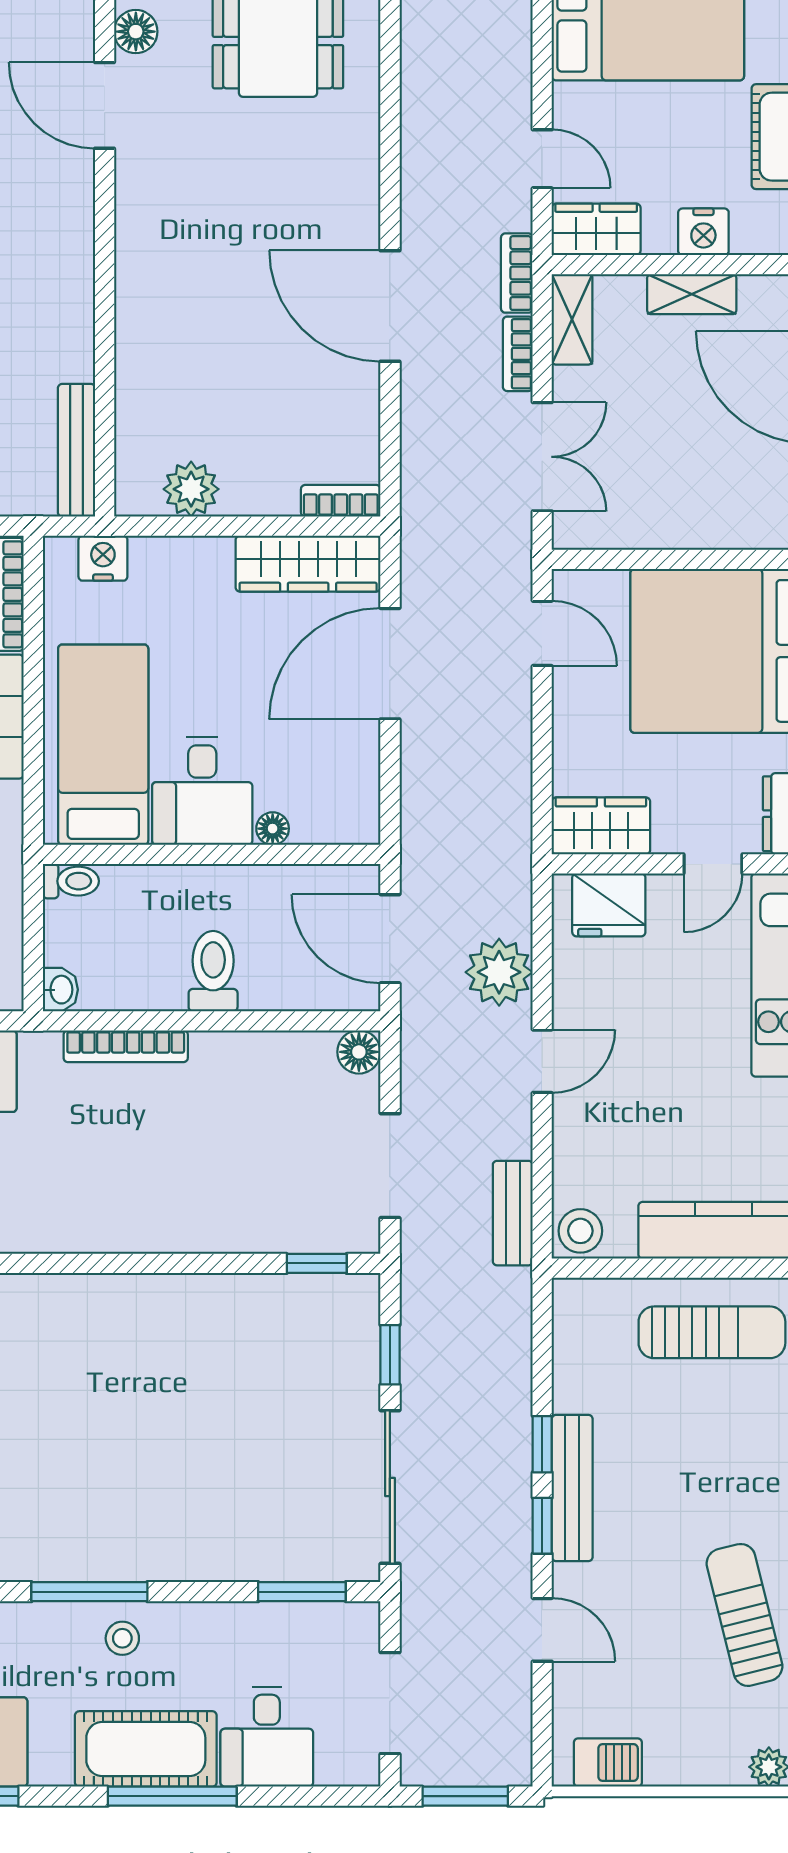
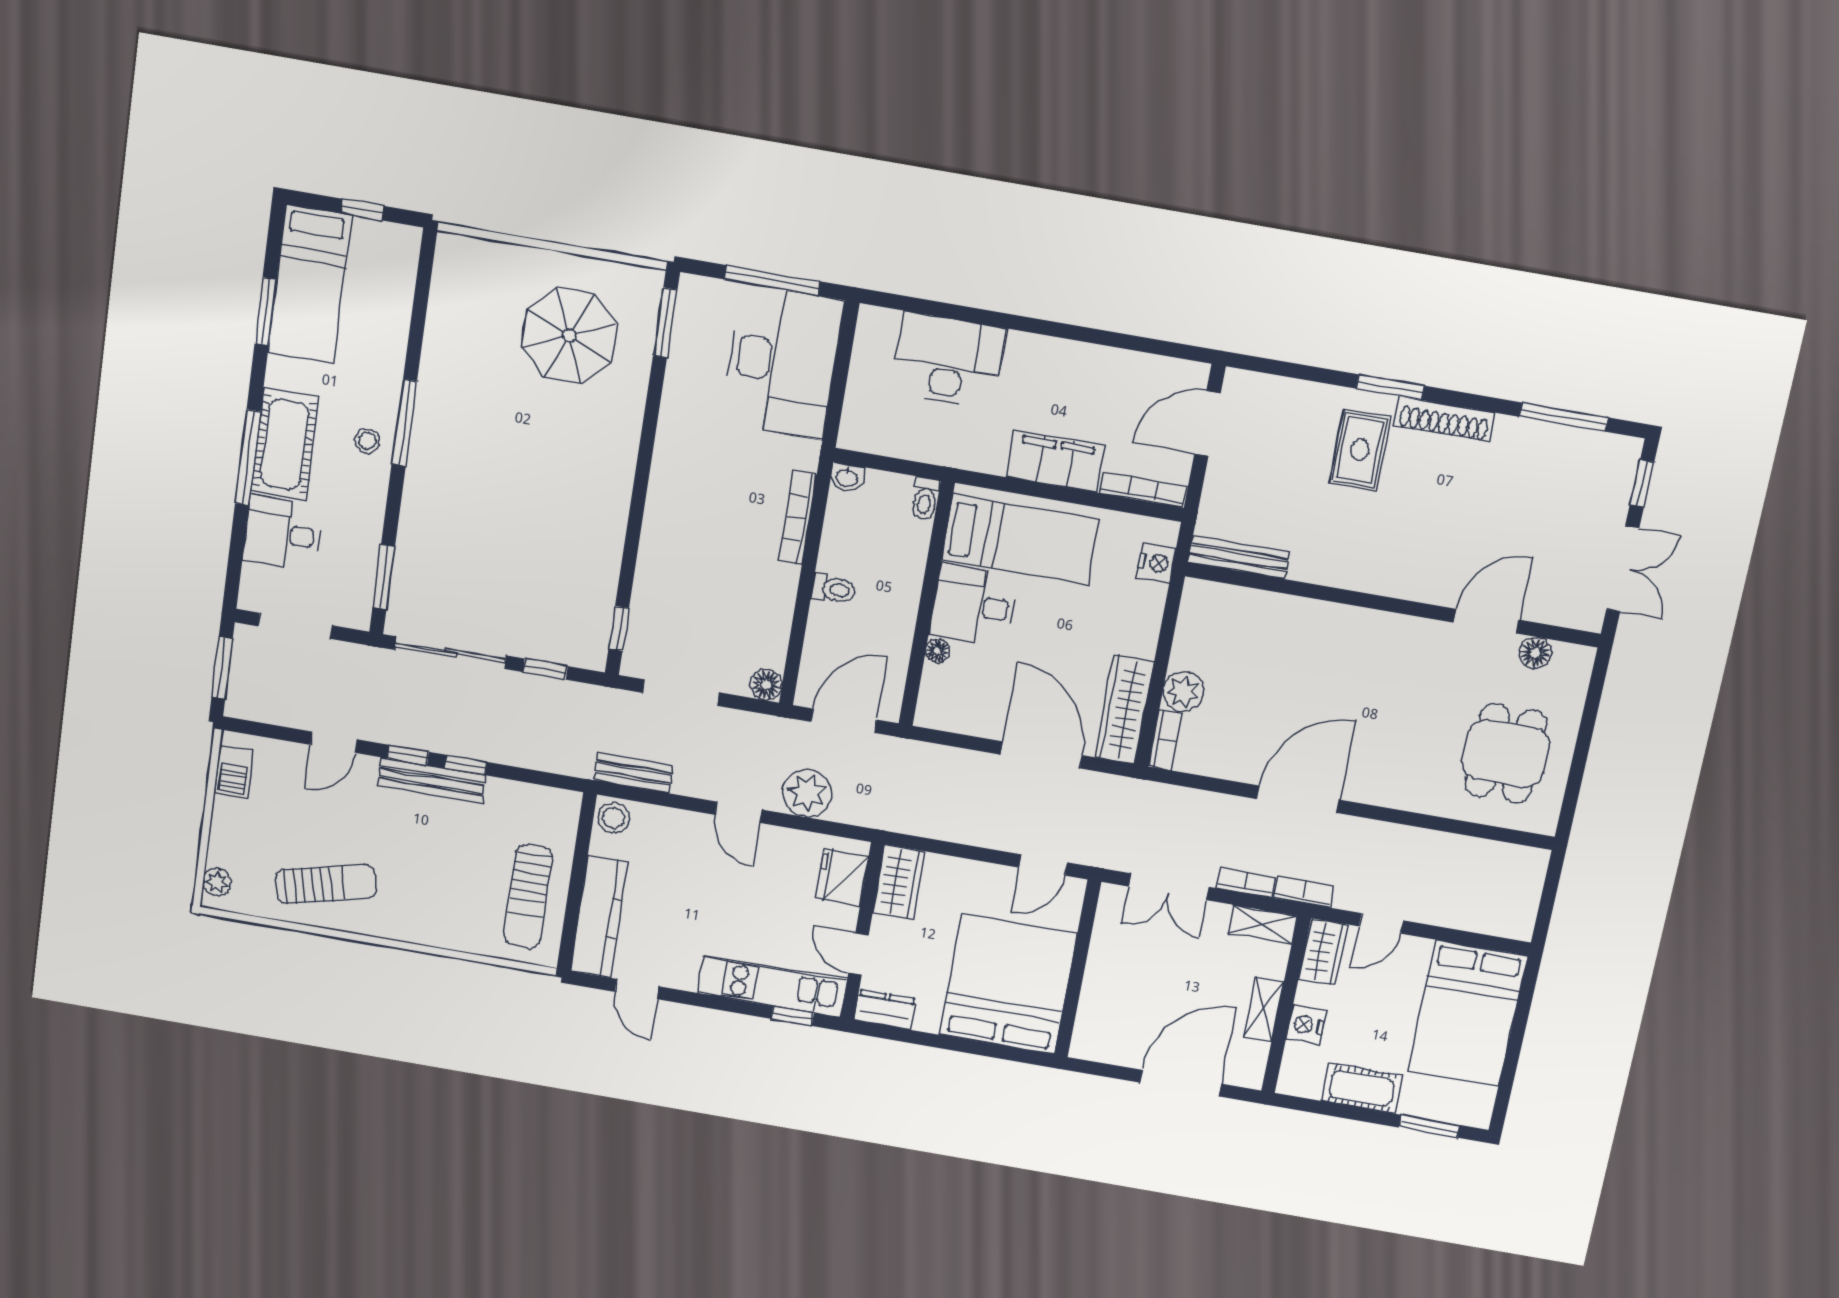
plant: (191, 489) -> (1183, 691), moved
toilet: (213, 971) -> (834, 589), width x0.73, depth x0.72

